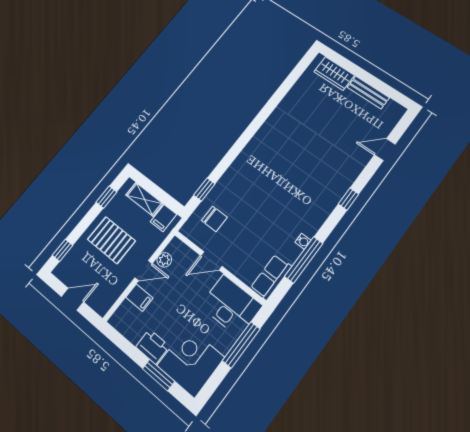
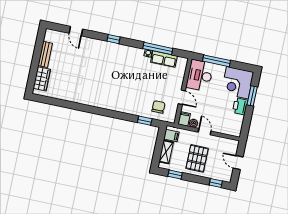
row of seats: (271, 277) -> (164, 59), moved
filing cabinet: (139, 298) -> (184, 119), moved

